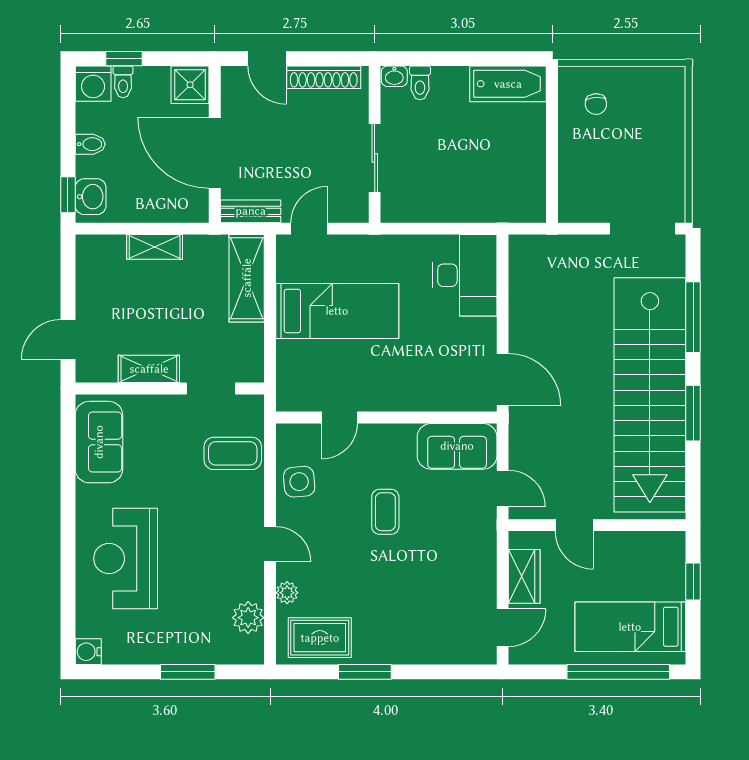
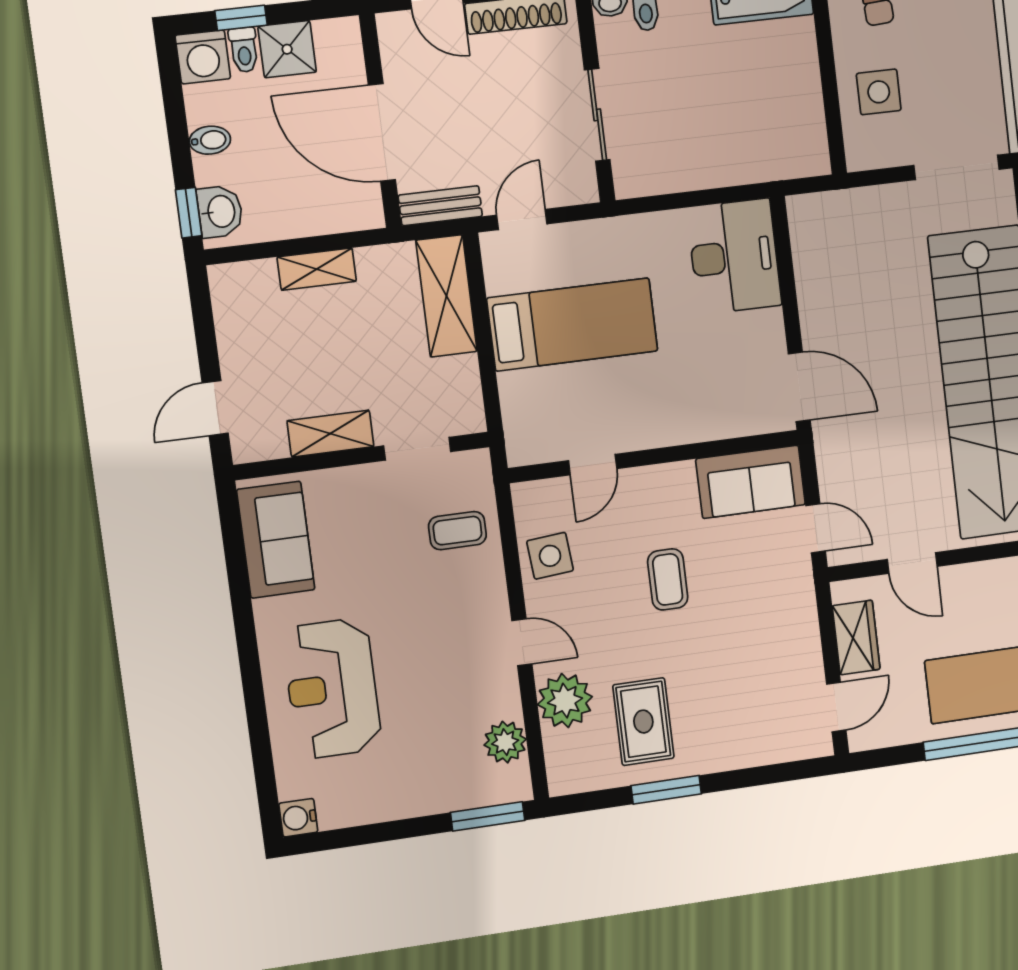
shower: (190, 85) -> (287, 49), moved
side table: (589, 165) -> (879, 92), added
coffee table: (233, 453) -> (457, 531), width x0.73, depth x0.77
plant: (287, 593) -> (565, 701), width x1.88, depth x1.88
rug: (320, 638) -> (643, 722), moved, turned 90
window: (188, 672) -> (488, 816), moved

